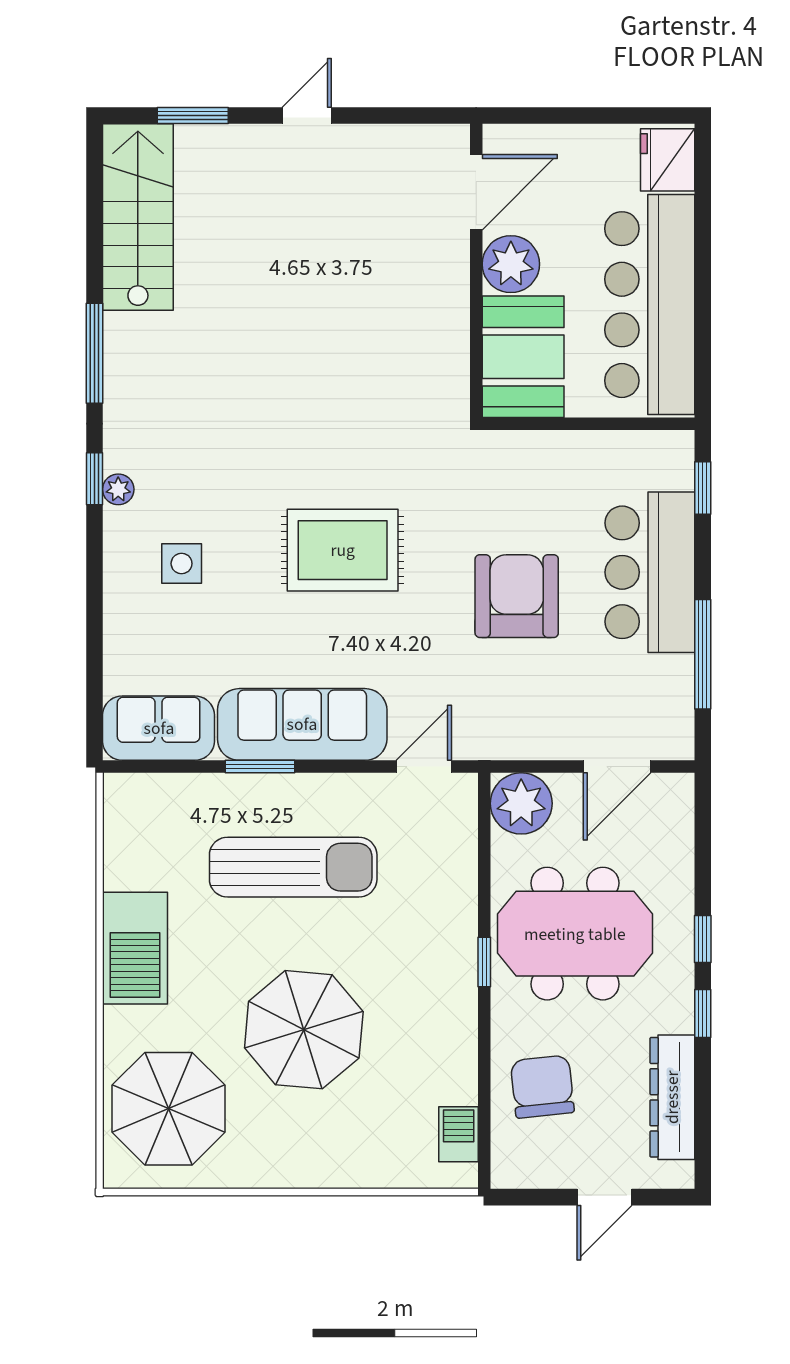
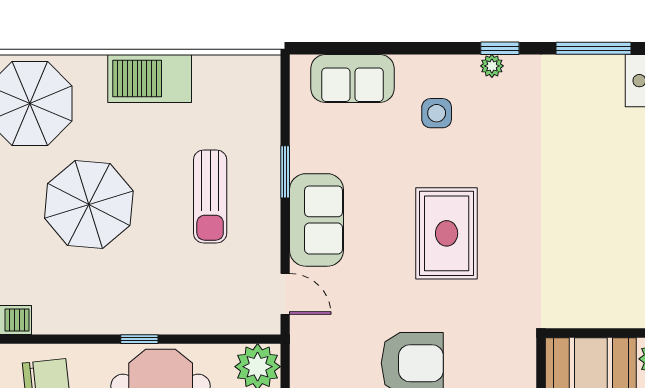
sofa: (302, 724) -> (317, 220), width x0.73
sofa: (159, 728) -> (353, 78), moved, turned 90
sun lounger: (293, 867) -> (210, 197), width x0.73, depth x0.75

